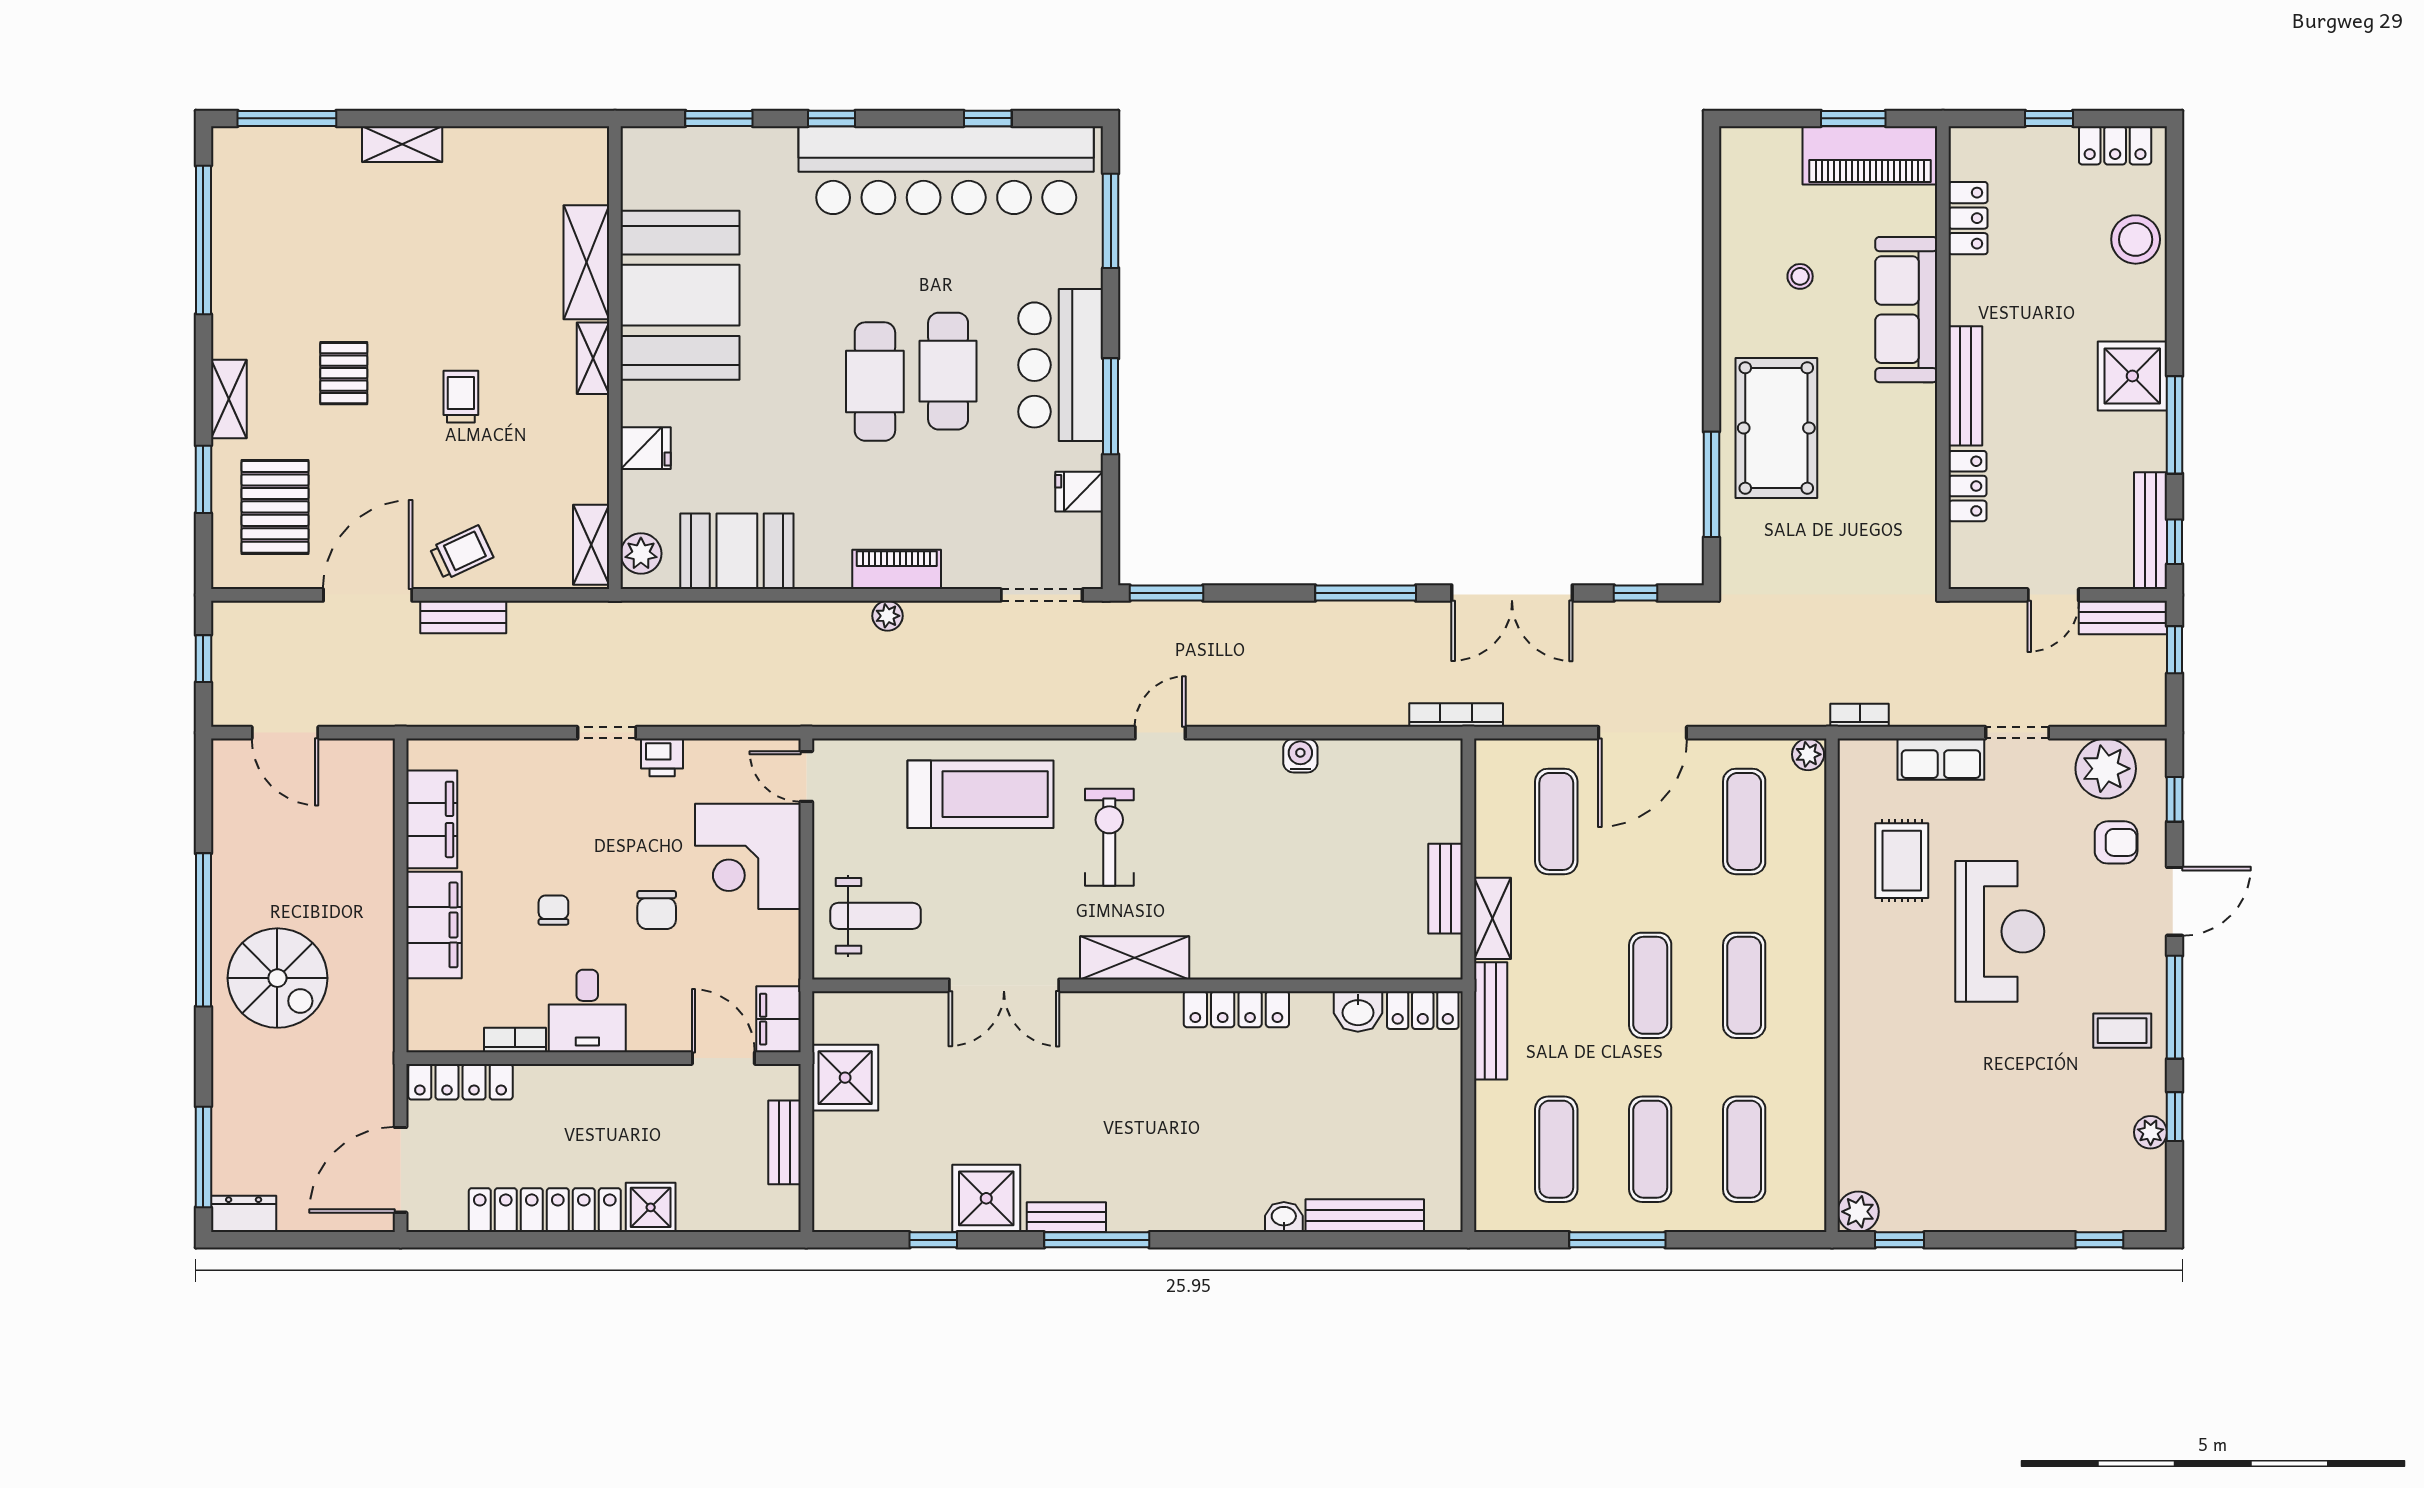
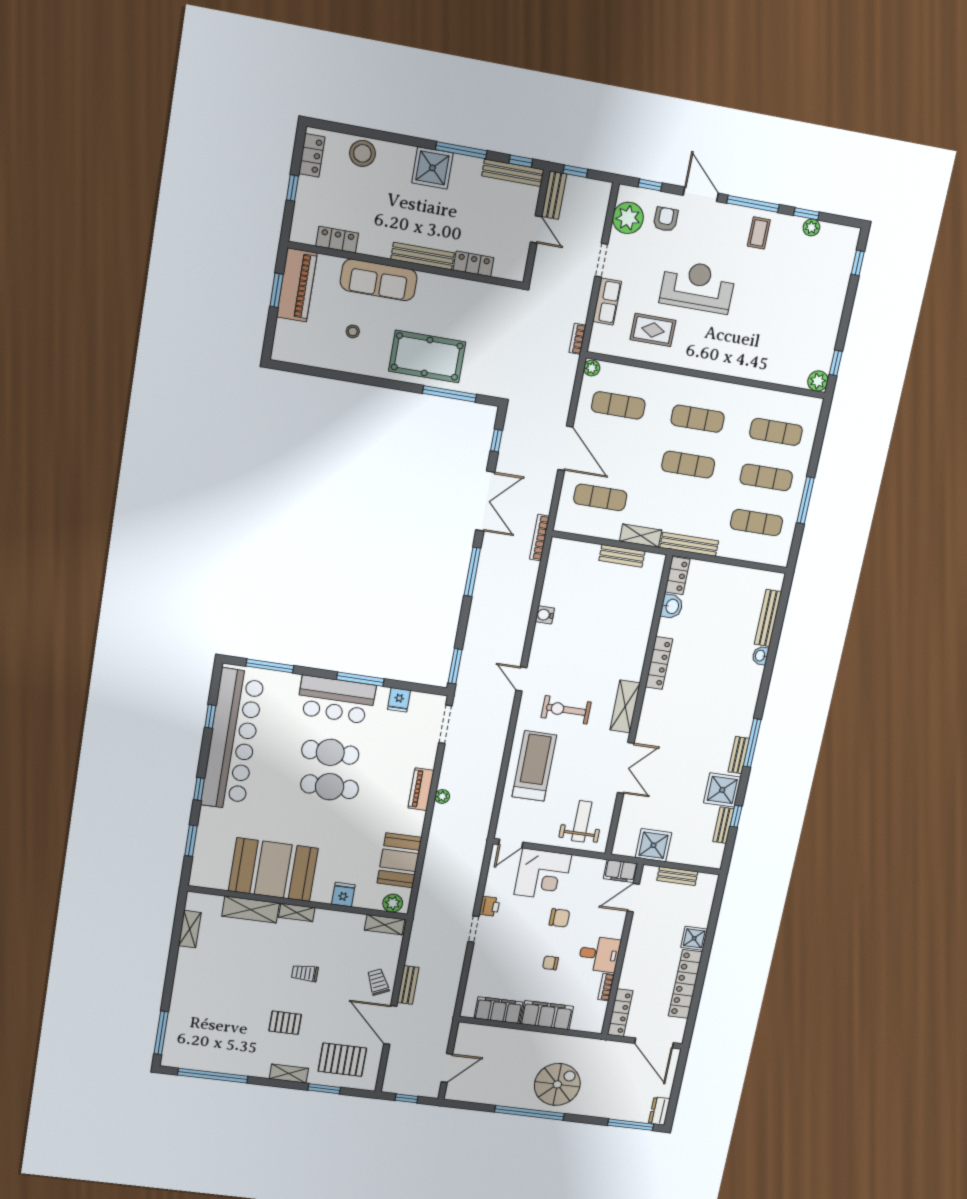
shelving: (402, 144) -> (190, 929), moved
bench: (910, 1217) -> (723, 825), added

